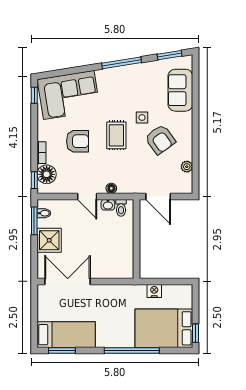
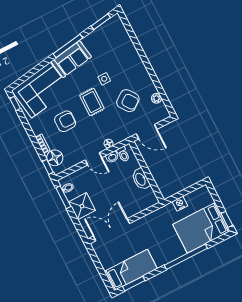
sofa: (180, 90) -> (71, 59), moved, turned -99
armchair: (160, 139) -> (128, 101), moved
washbasin: (126, 244) -> (141, 179), added

